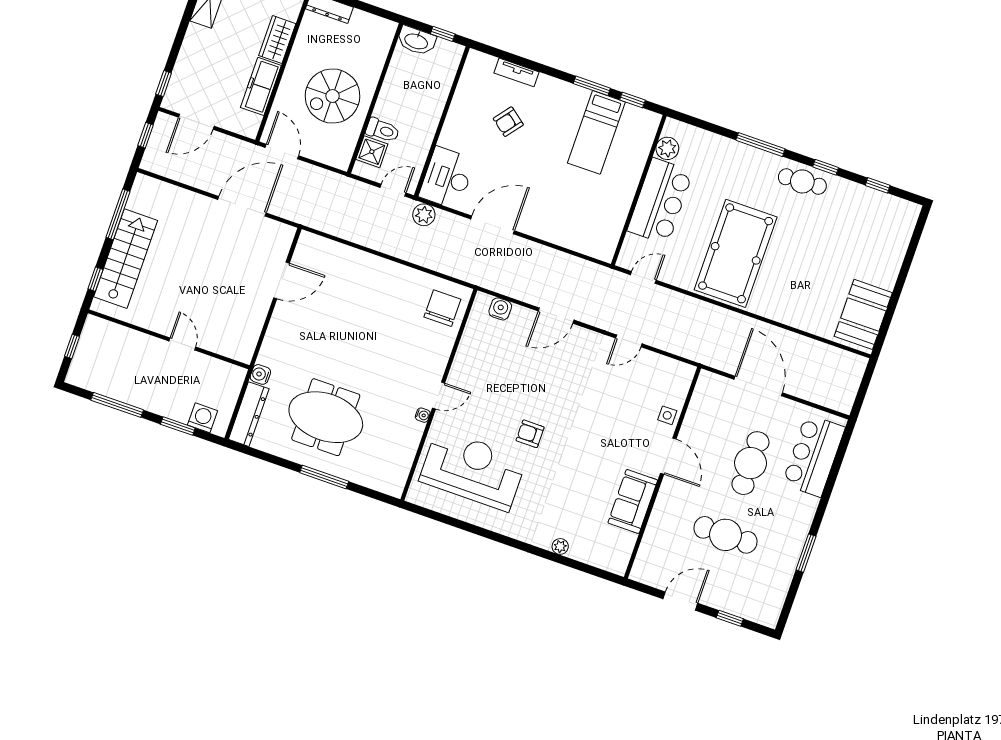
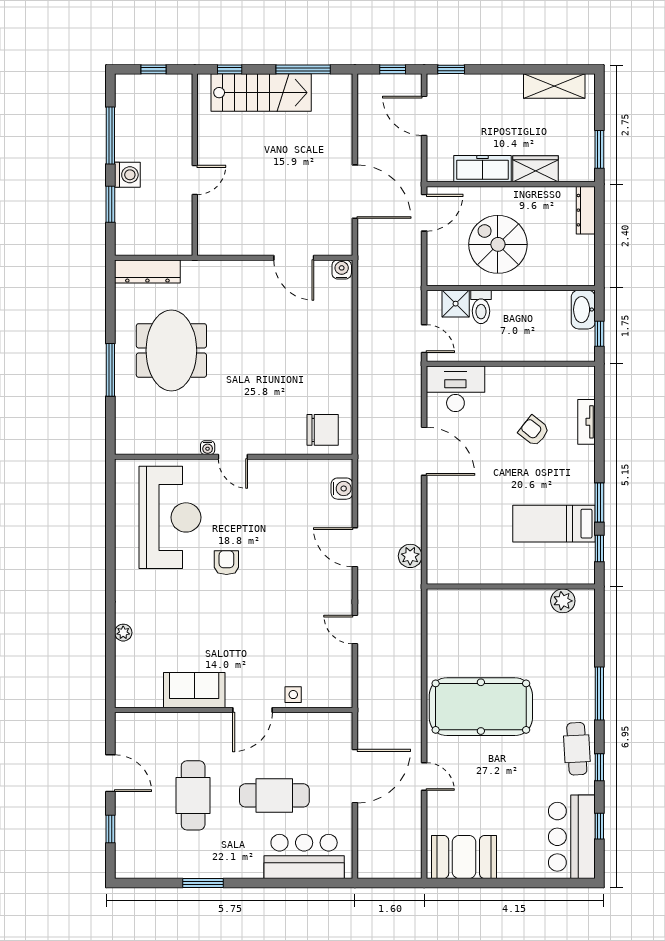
bar counter: (660, 201) -> (572, 837), moved, turned 90
plant: (424, 215) -> (410, 556), moved
door: (643, 277) -> (424, 777), moved
water cooler: (260, 374) -> (342, 269), moved
washing machine: (203, 418) -> (127, 175), moved

